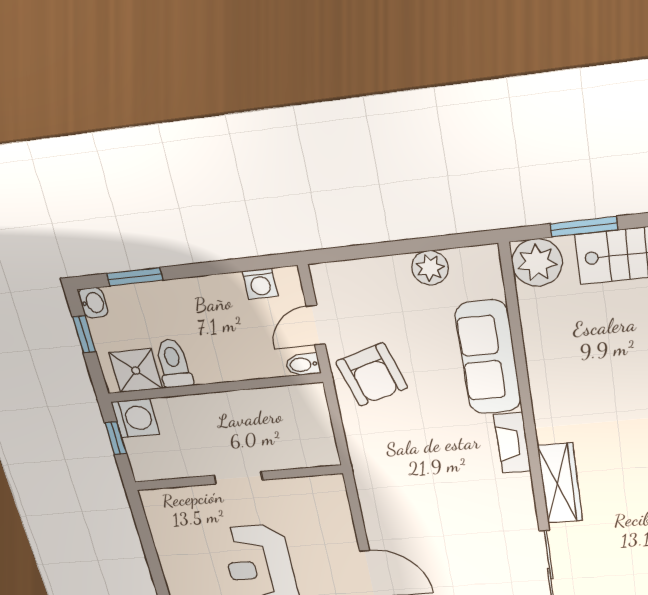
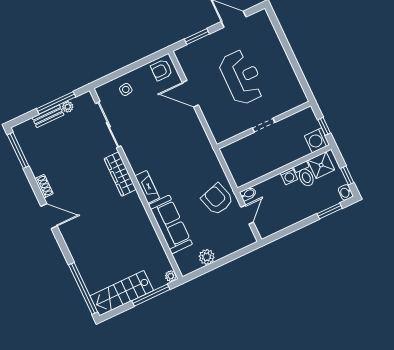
window: (584, 227) -> (151, 295), width x1.44
plant: (537, 263) -> (171, 276), width x0.53, depth x0.53
washing machine: (260, 284) -> (289, 176), moved, turned 180

